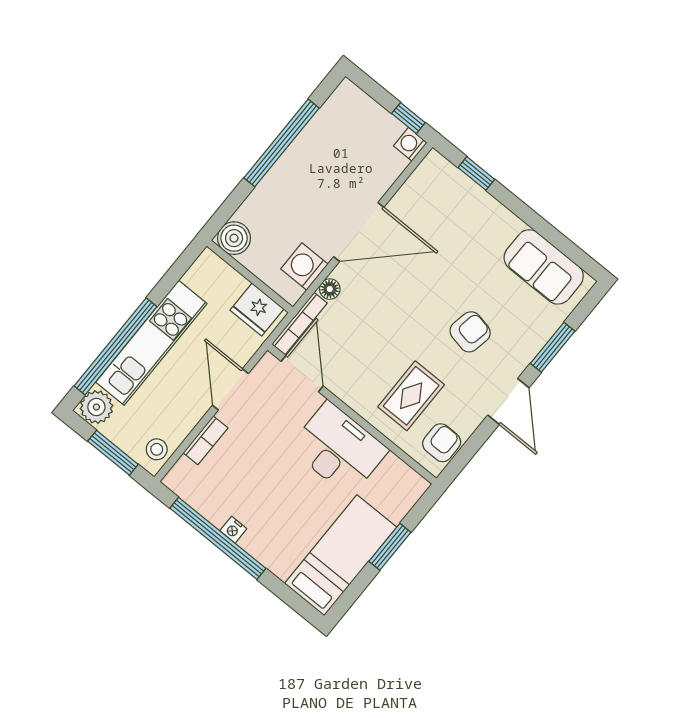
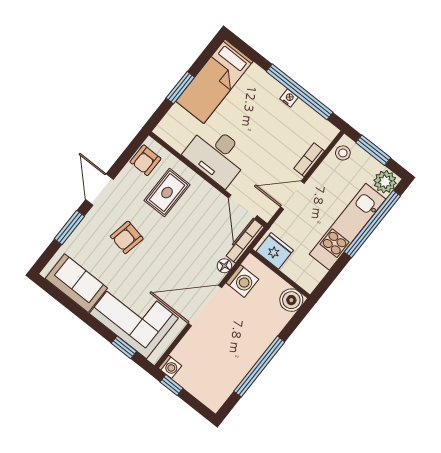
corner sofa: (461, 219) -> (134, 316), added
door: (230, 389) -> (292, 195), swing flipped

